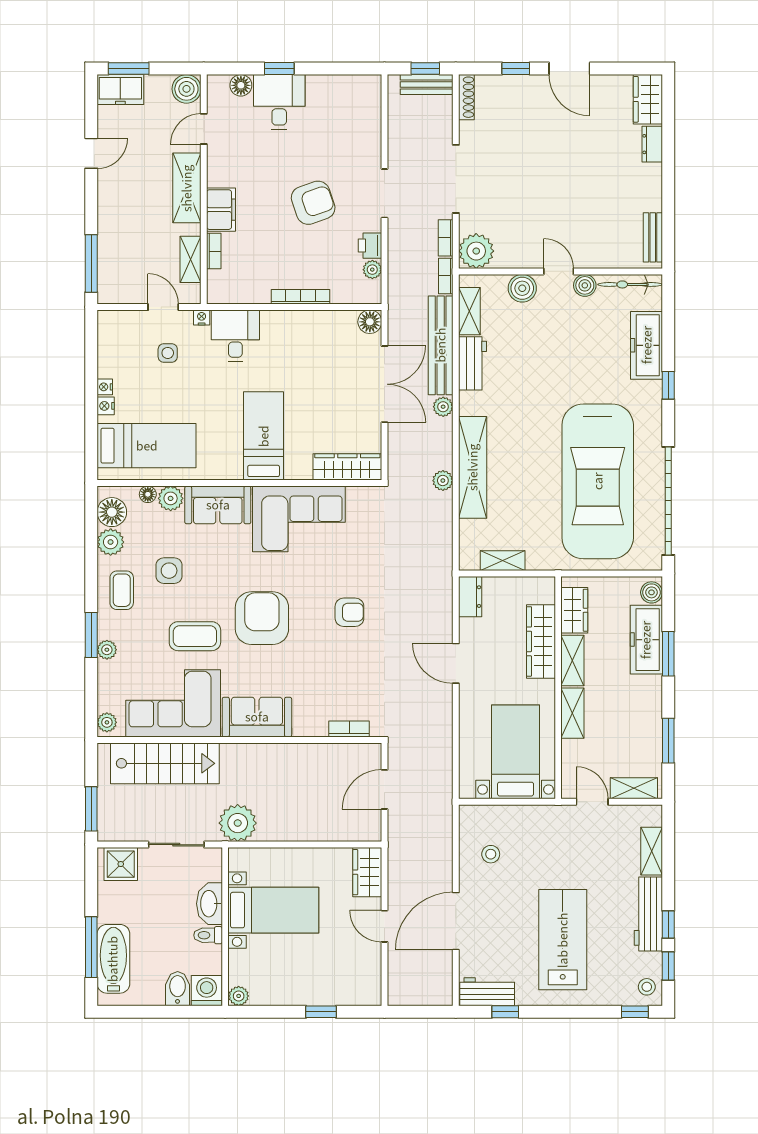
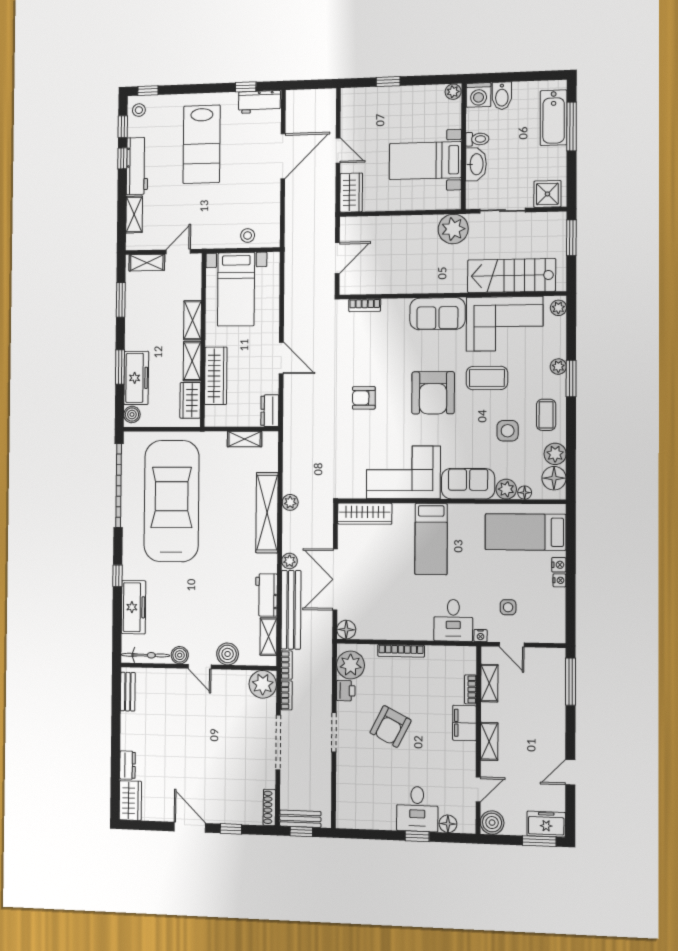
shelving: (187, 188) -> (489, 741), width x0.67, depth x0.75
armchair: (313, 203) -> (391, 726), turned -44
plant: (372, 270) -> (351, 665), width x1.88, depth x1.88
door: (592, 802) -> (178, 252), swing flipped
stool: (491, 854) -> (248, 235), moved

